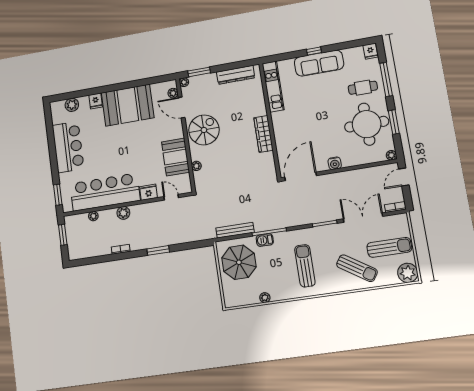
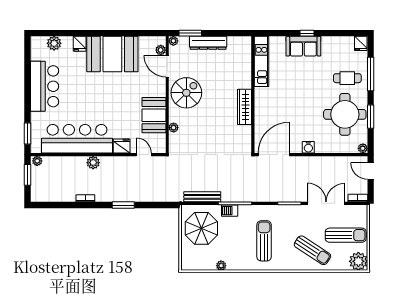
sofa: (319, 63) -> (303, 46), width x0.73
dresser: (236, 75) -> (208, 43), moved
door: (404, 177) -> (371, 171), hinge flipped
plant: (93, 216) -> (37, 161), moved

